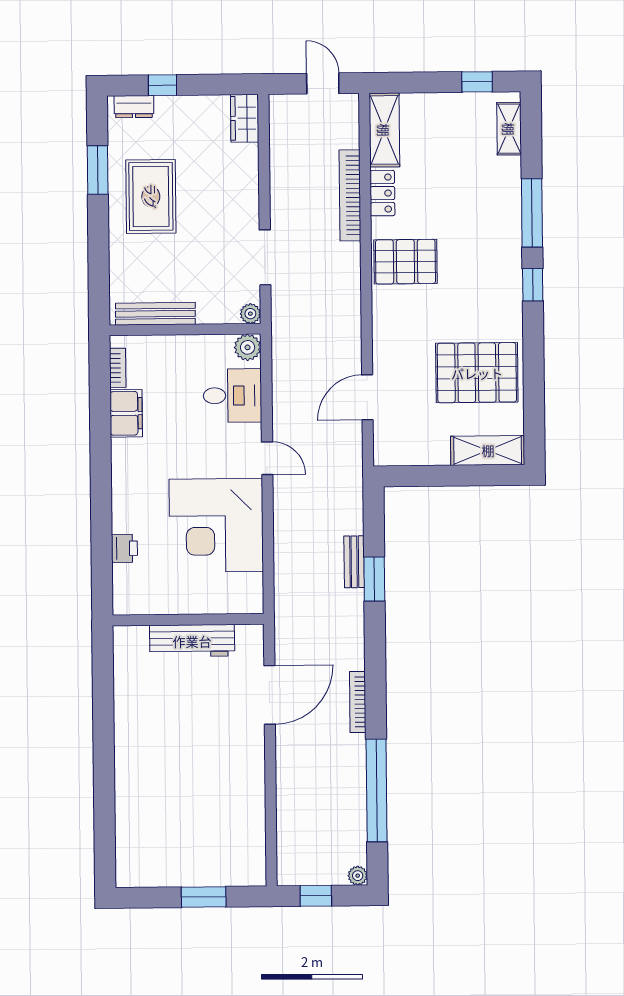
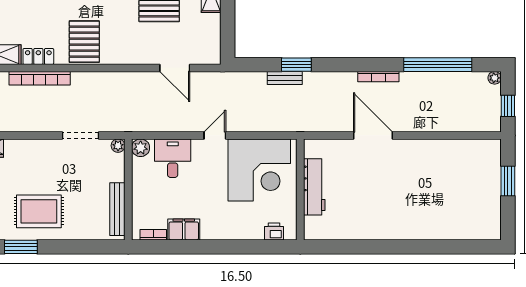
wall: (188, 620) -> (300, 189), moved
workbench: (192, 641) -> (314, 187), moved

